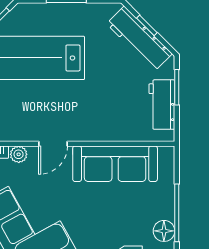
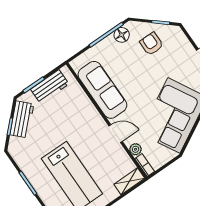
workbench: (139, 39) -> (22, 119), width x0.73

